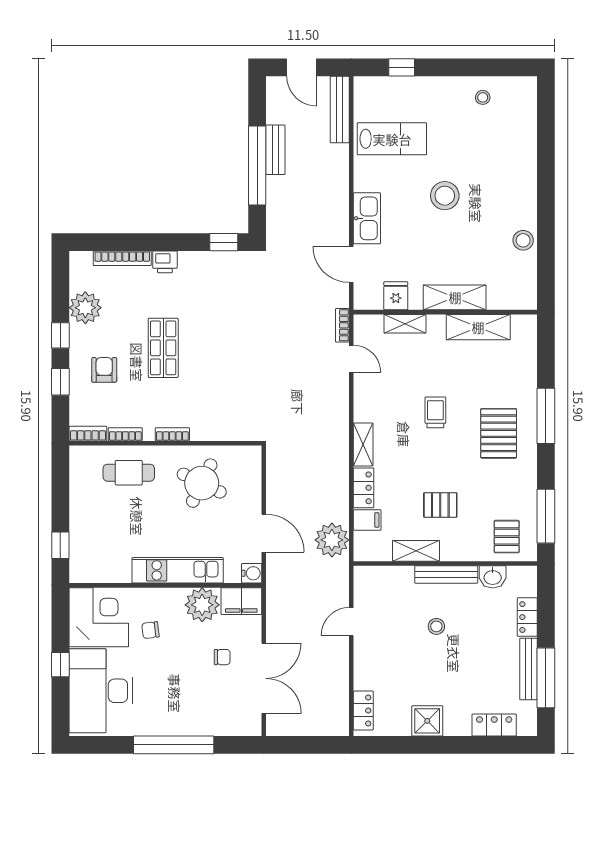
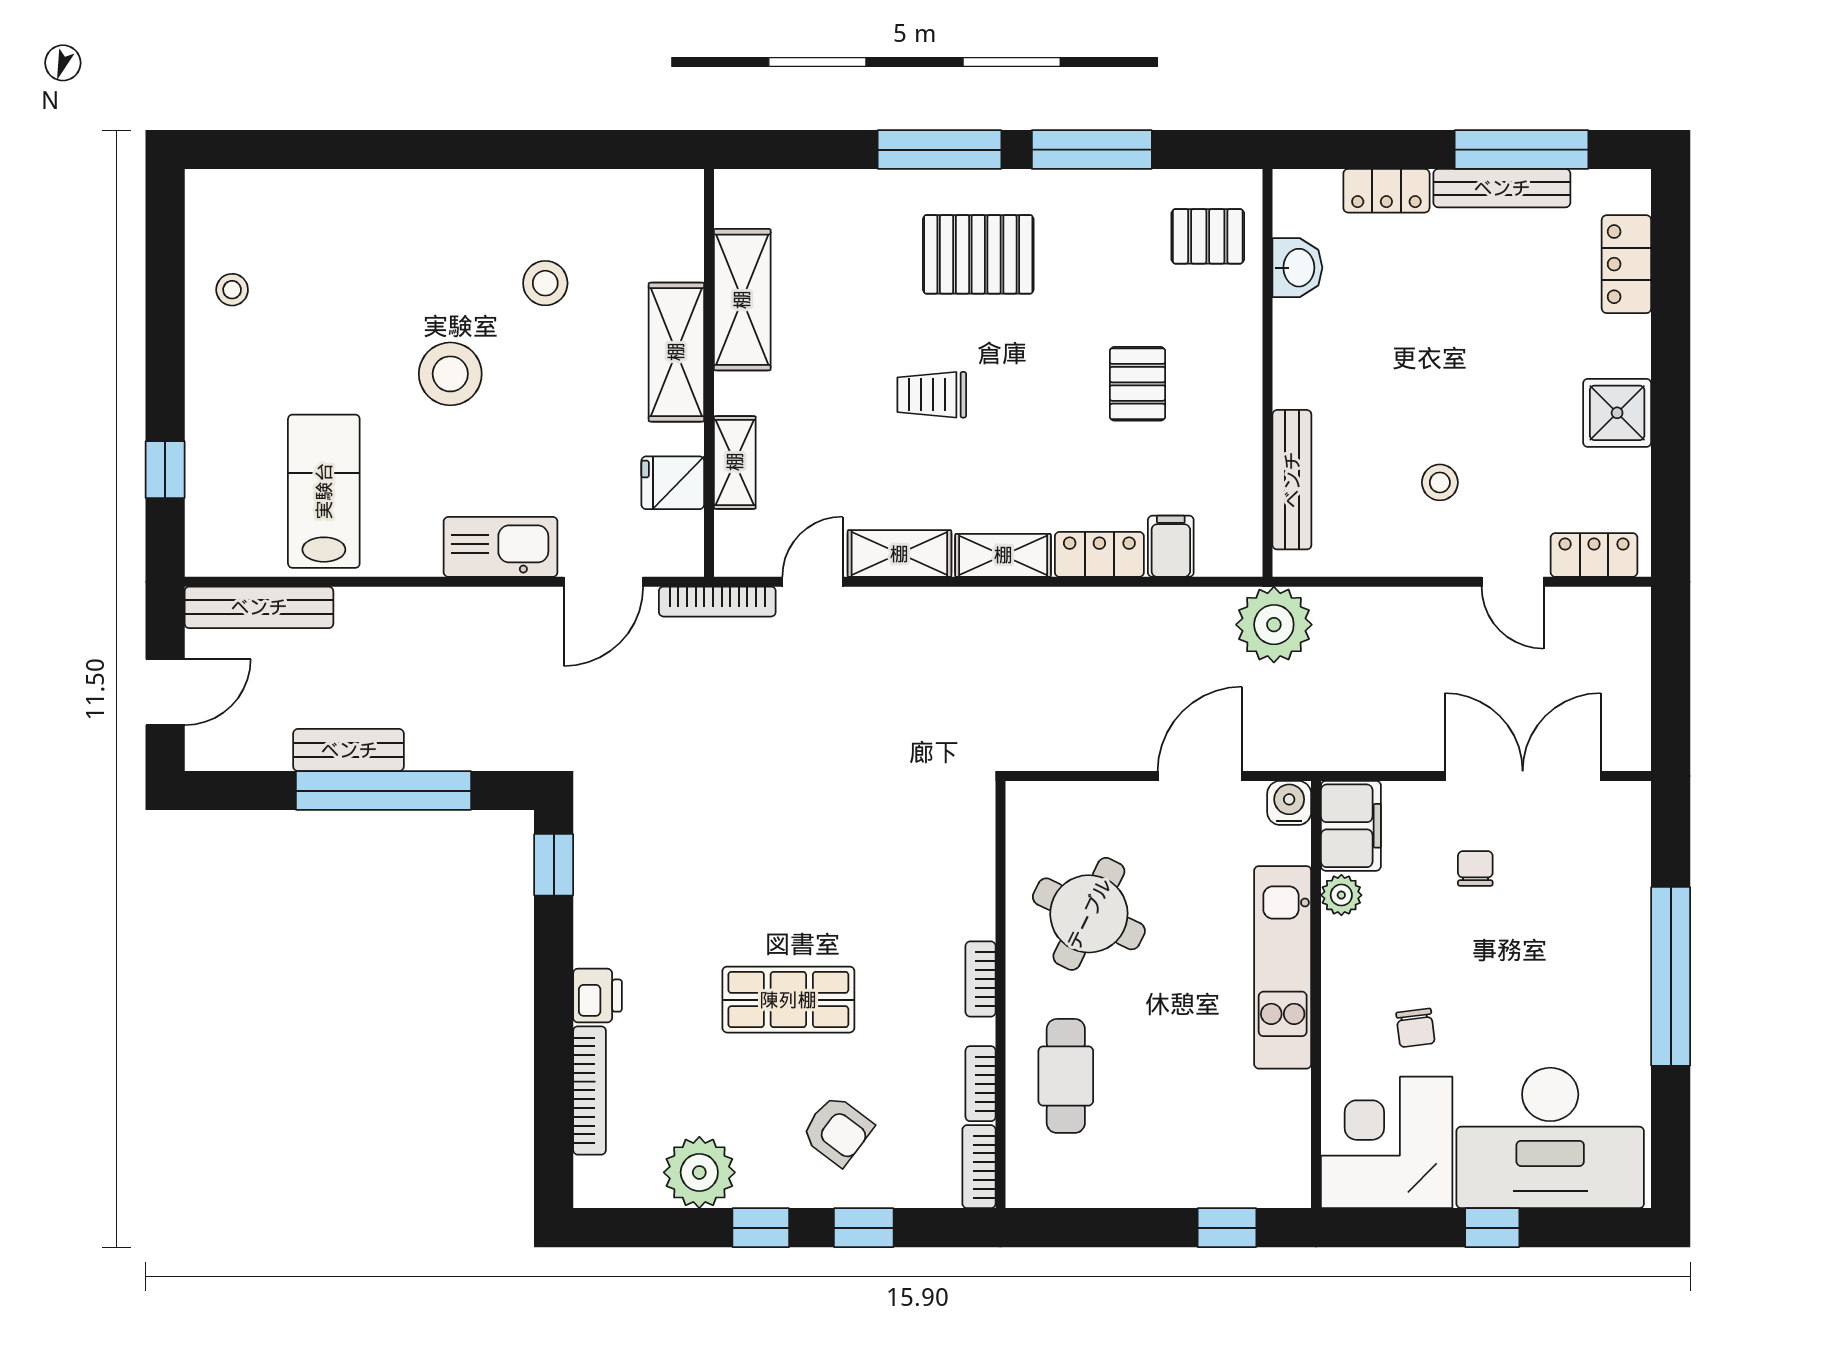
stool: (523, 240) -> (545, 283), moved
bookcase: (342, 325) -> (717, 602), width x1.56
armchair: (104, 370) -> (837, 1131), turned -143
window: (546, 516) -> (1092, 150), moved
plant: (332, 540) -> (1274, 625), moved
shelving: (416, 551) -> (899, 554), moved, turned 90
bench: (446, 574) -> (1292, 480), moved
plant: (202, 605) -> (1341, 895), width x0.53, depth x0.53
door: (351, 622) -> (1513, 582), moved
stool: (436, 626) -> (1440, 482), moved

